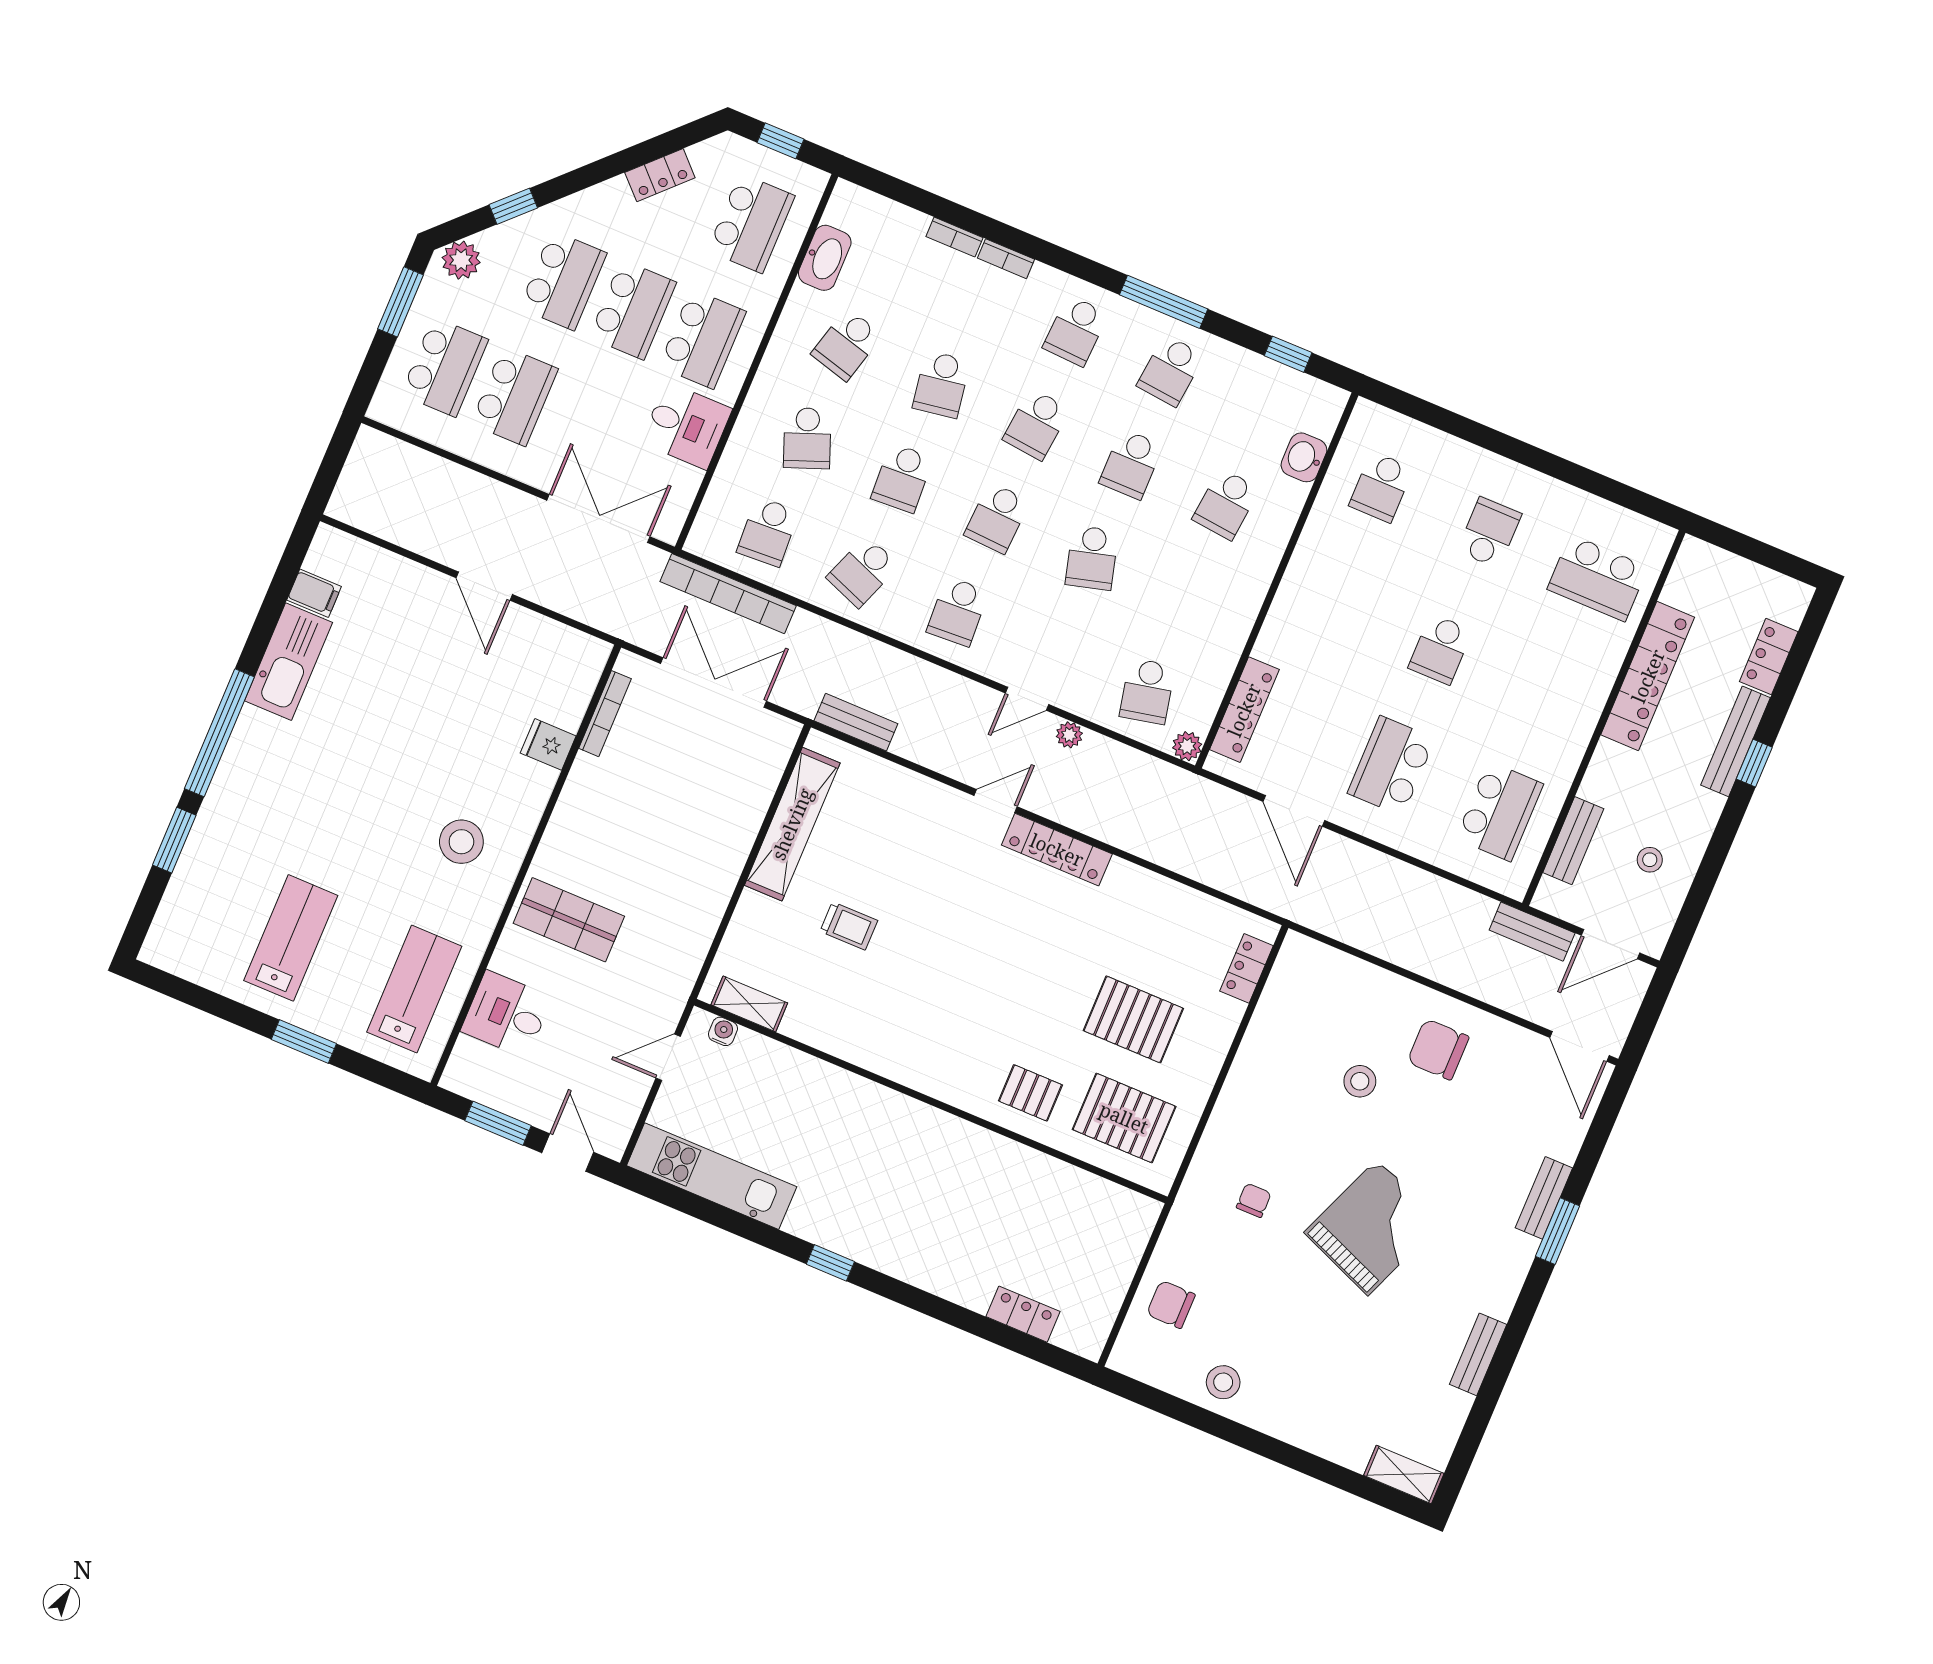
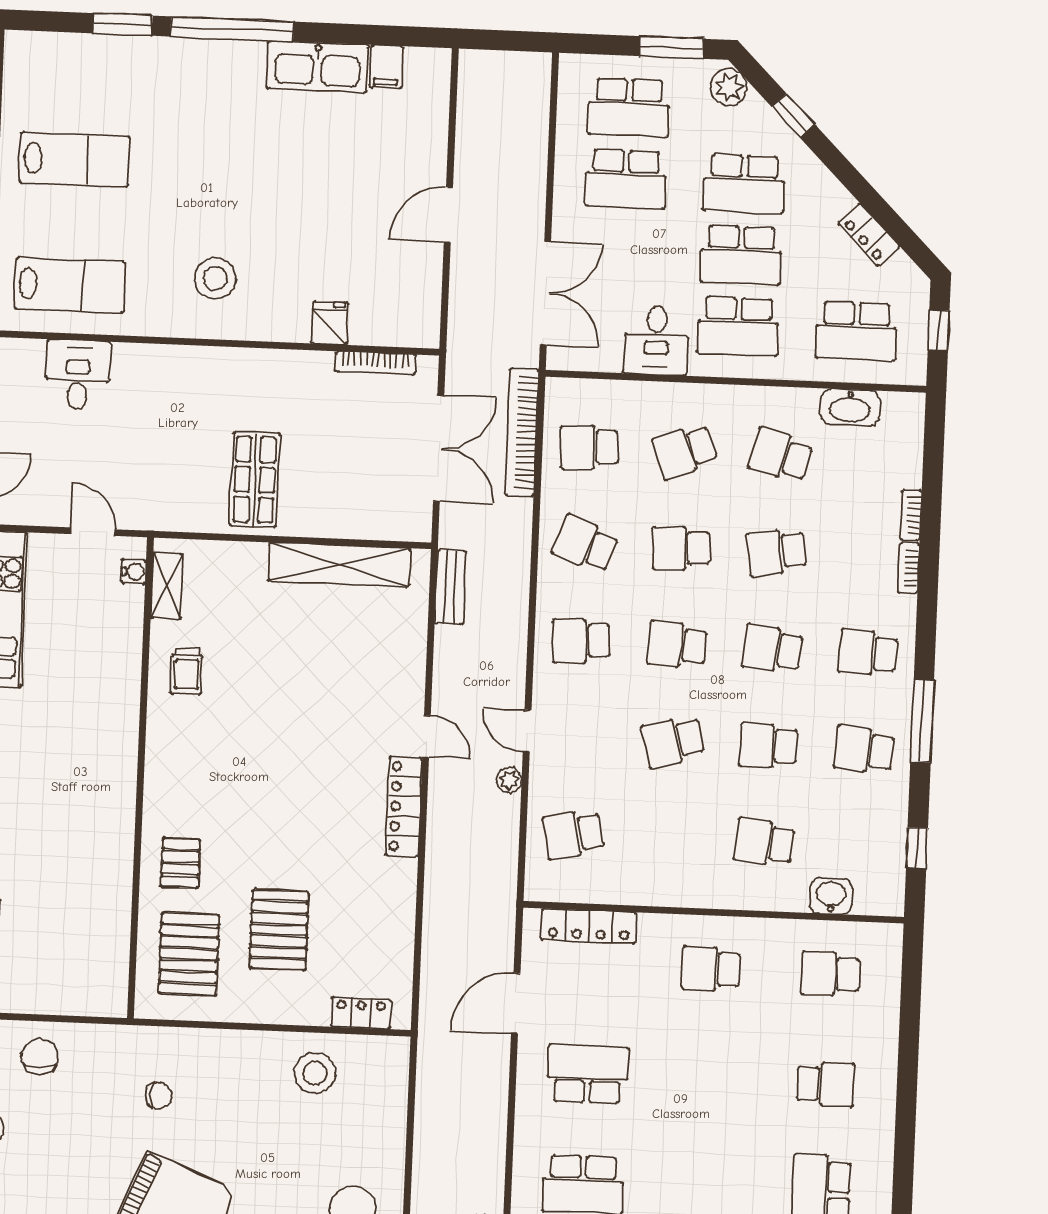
school desk: (1440, 649) -> (711, 969), moved
plant: (1187, 746) -> (538, 888), removed
shop shelf: (569, 920) -> (255, 480), moved
trolley: (849, 926) -> (187, 671), moved
stool: (1360, 1081) -> (315, 1073), moved, width x1.38, depth x1.38

